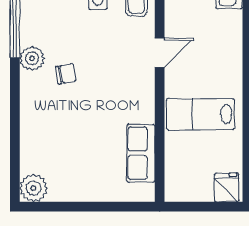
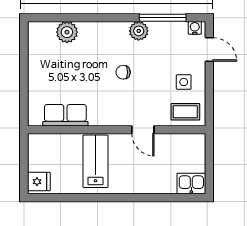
chair: (66, 74) -> (123, 72), moved, turned 100
plant: (33, 188) -> (67, 32), moved

